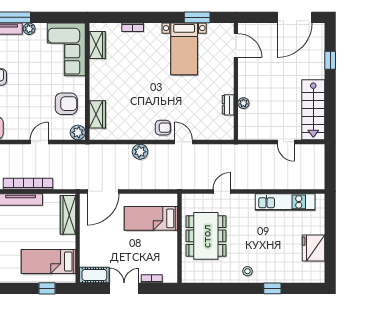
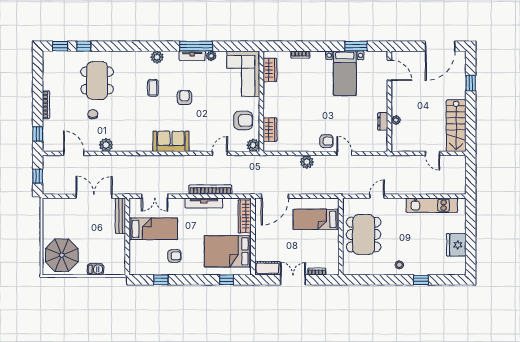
bed: (48, 262) -> (228, 251), width x1.50

